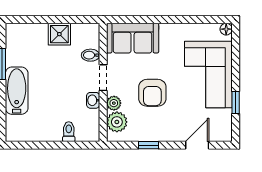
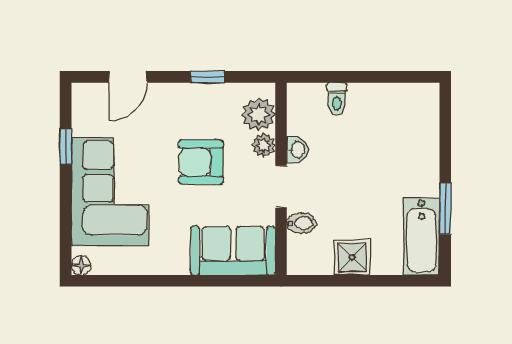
bathtub: (17, 91) -> (421, 236), moved
armchair: (152, 93) -> (201, 162), turned -90

